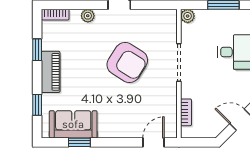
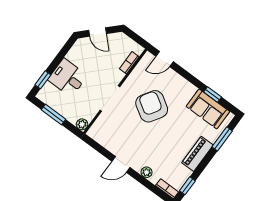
window: (37, 50) -> (187, 186), moved
armchair: (127, 63) -> (152, 106), moved
window: (37, 105) -> (222, 139), width x1.50

